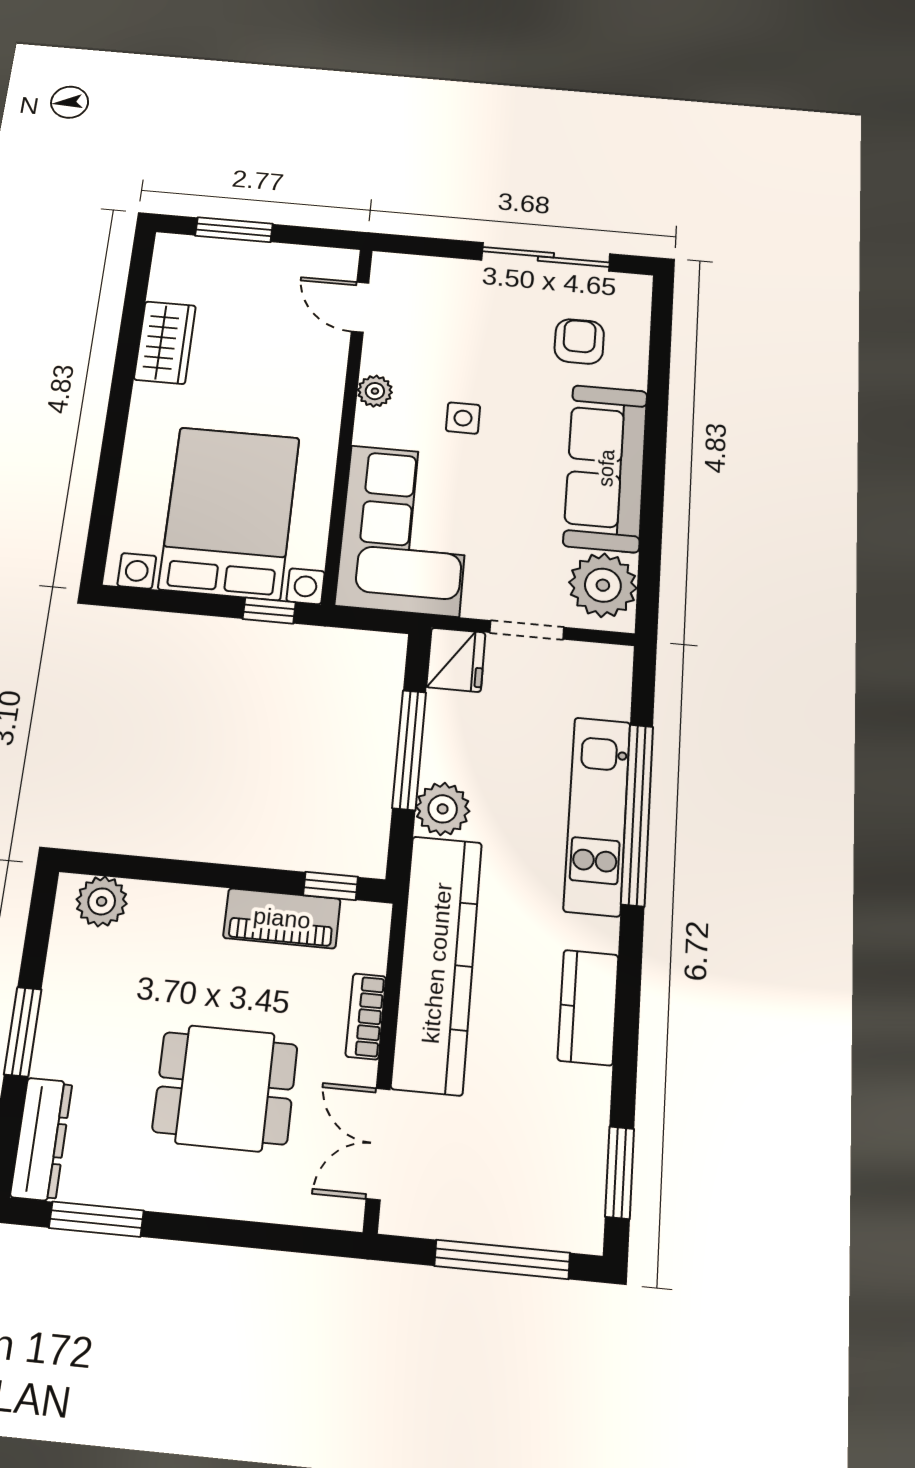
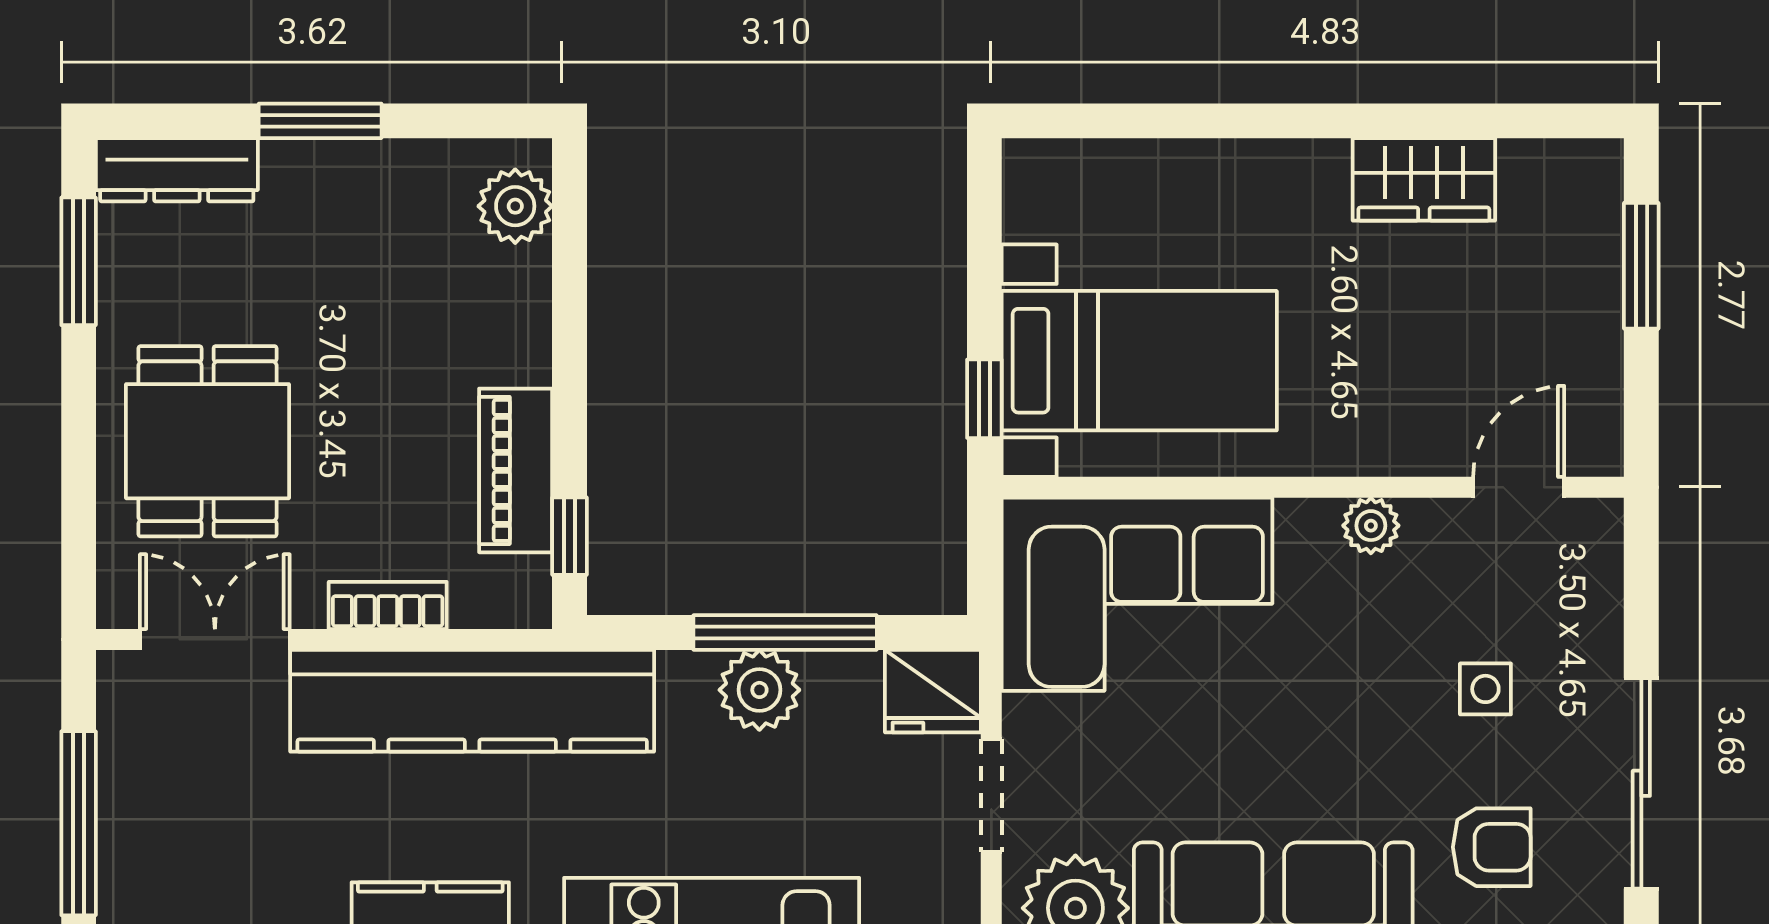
side table: (463, 418) -> (1485, 689), moved
bed with nightstands: (230, 513) -> (1139, 361), width x0.73
plant: (443, 809) -> (759, 690), moved
dining table: (225, 1088) -> (208, 441), moved

